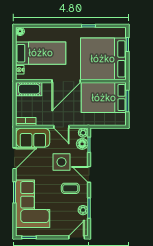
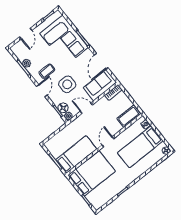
bed: (103, 59) -> (92, 173), width x0.73
door: (66, 81) -> (108, 142), width x0.53
bed: (104, 98) -> (76, 154), width x0.67
door: (89, 174) -> (42, 91), hinge flipped
door: (77, 237) -> (26, 34), moved

